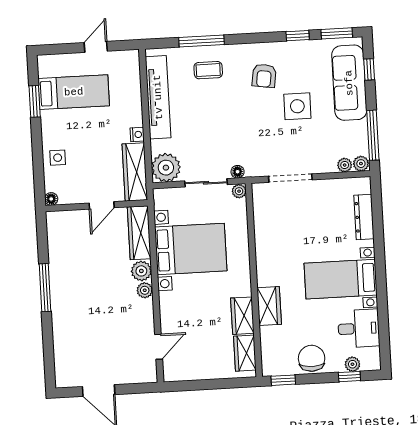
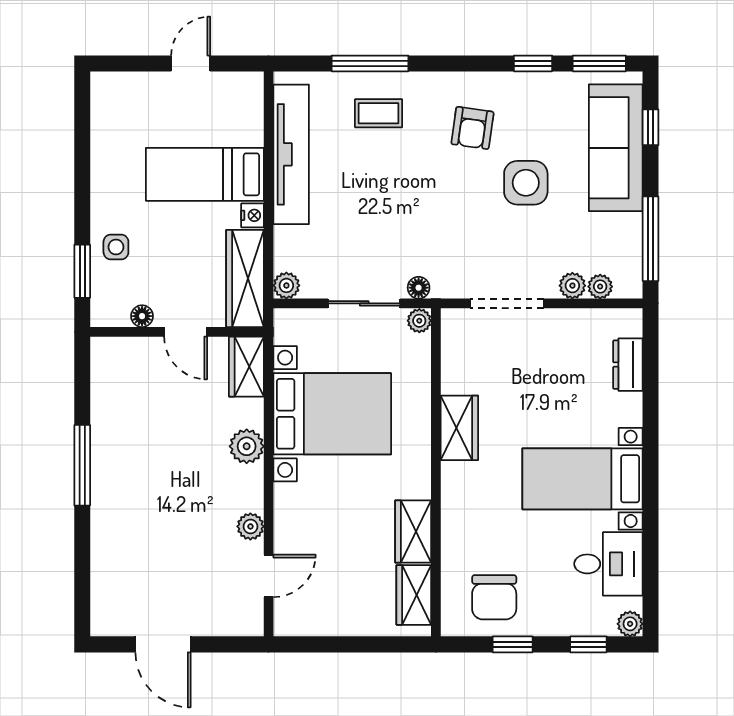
bed: (74, 92) -> (205, 174), moved, turned 180
window: (35, 101) -> (82, 271), moved
plant: (361, 164) -> (572, 286), moved
plant: (166, 168) -> (286, 285), width x0.53, depth x0.53
floor lamp: (51, 199) -> (142, 316), moved
door: (102, 205) -> (186, 332), hinge flipped
dresser: (364, 217) -> (628, 365), width x0.70
wardrobe: (139, 233) -> (246, 367), width x0.67
plant: (145, 290) -> (250, 526), moved
wardrobe: (269, 306) -> (459, 428), moved
chair: (312, 358) -> (494, 597), moved, turned 180
plant: (352, 364) -> (630, 624), moved
window: (283, 380) -> (513, 644), moved

